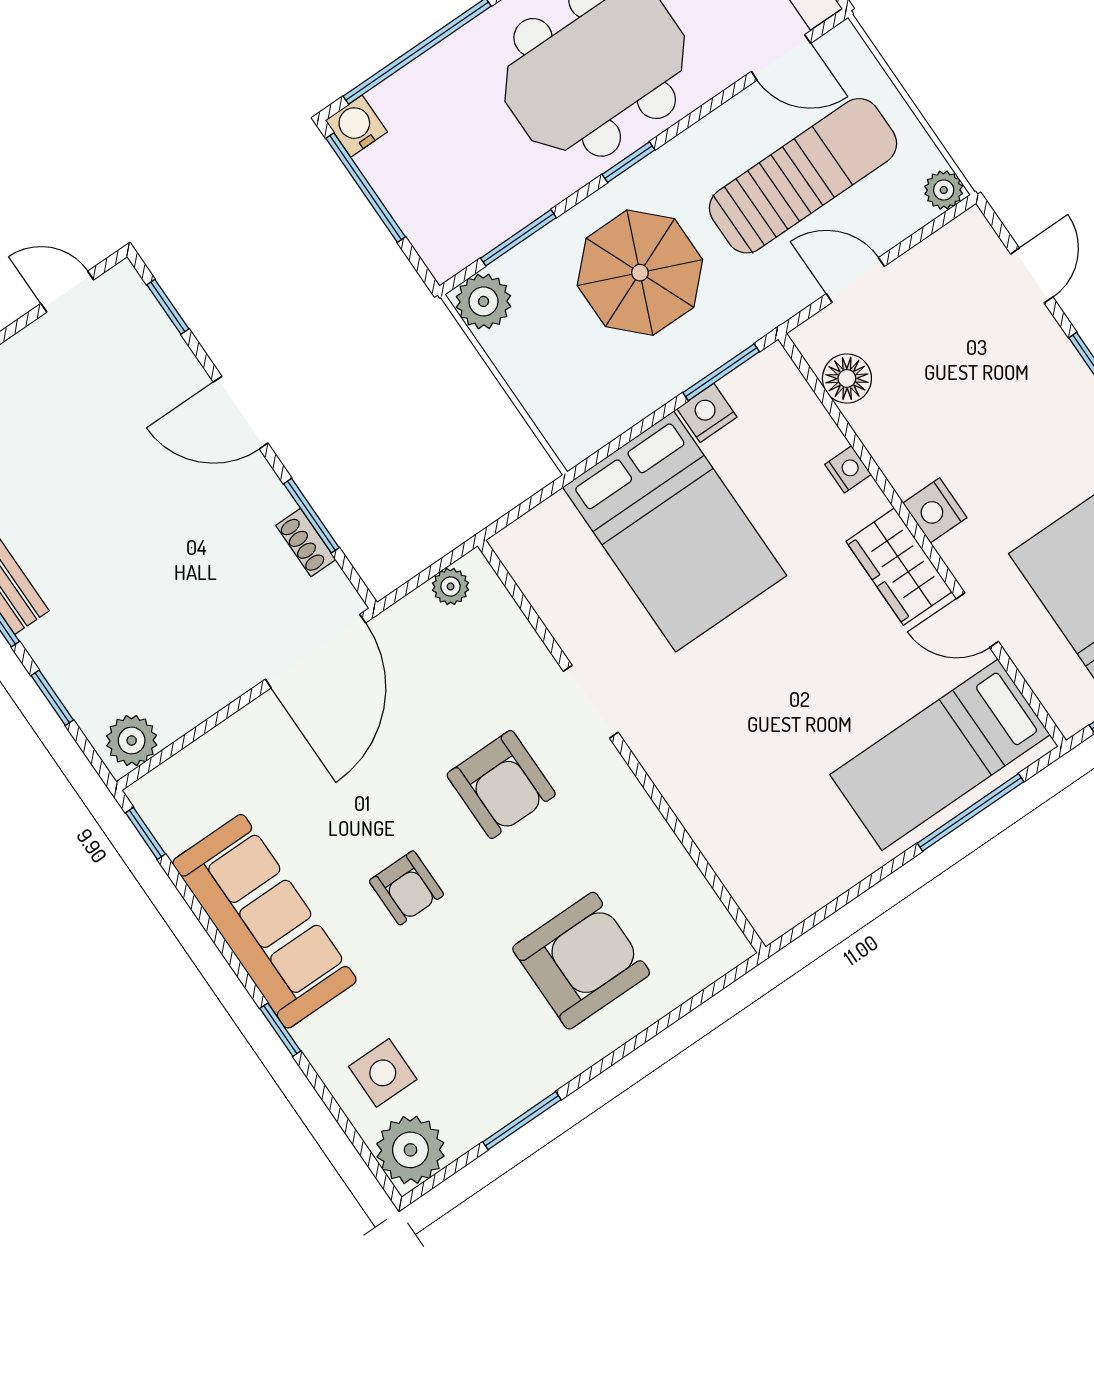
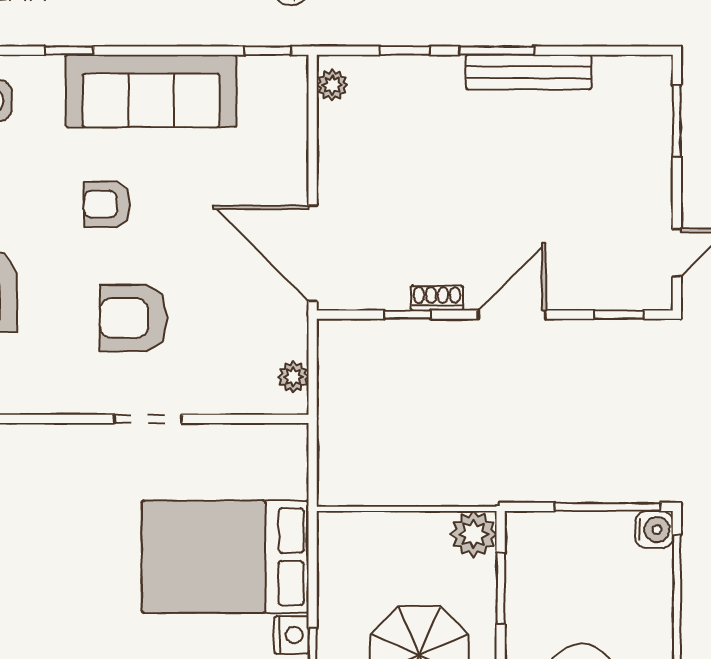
window: (311, 516) -> (408, 315), width x0.67
shoe rack: (306, 543) -> (437, 298), moved
plant: (132, 740) -> (332, 85), width x0.73, depth x0.73

